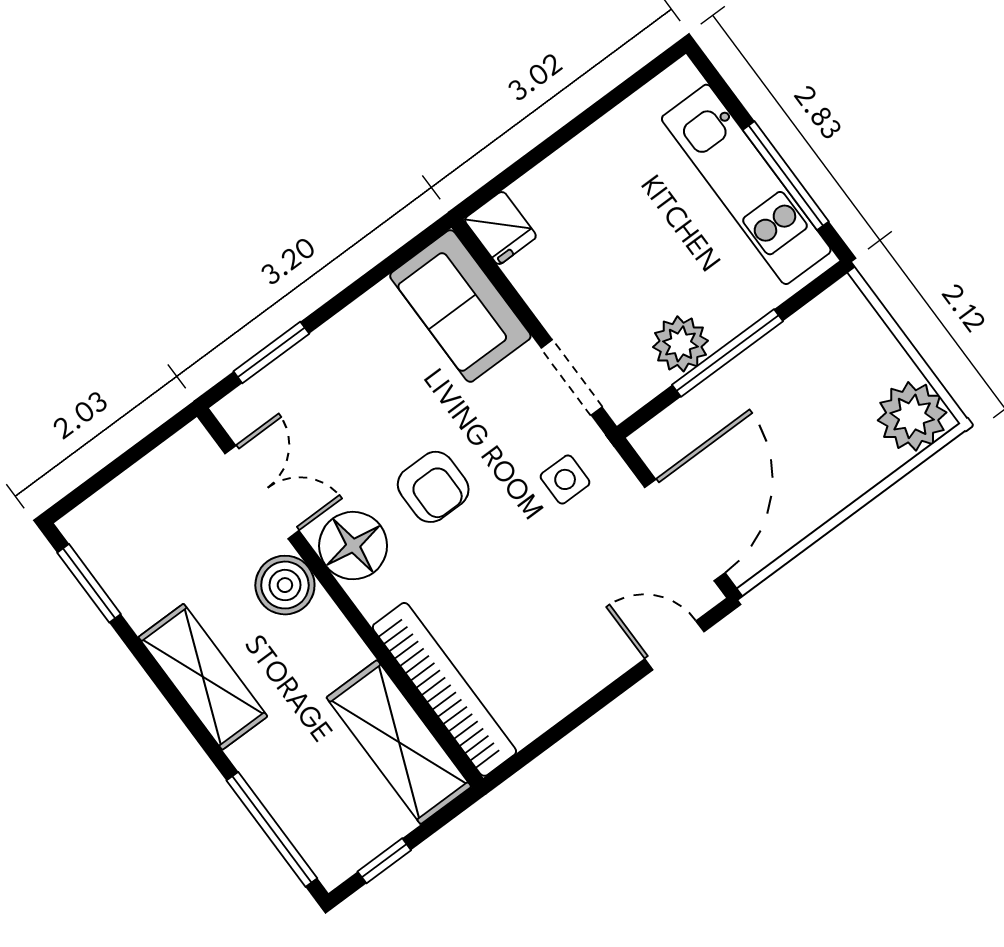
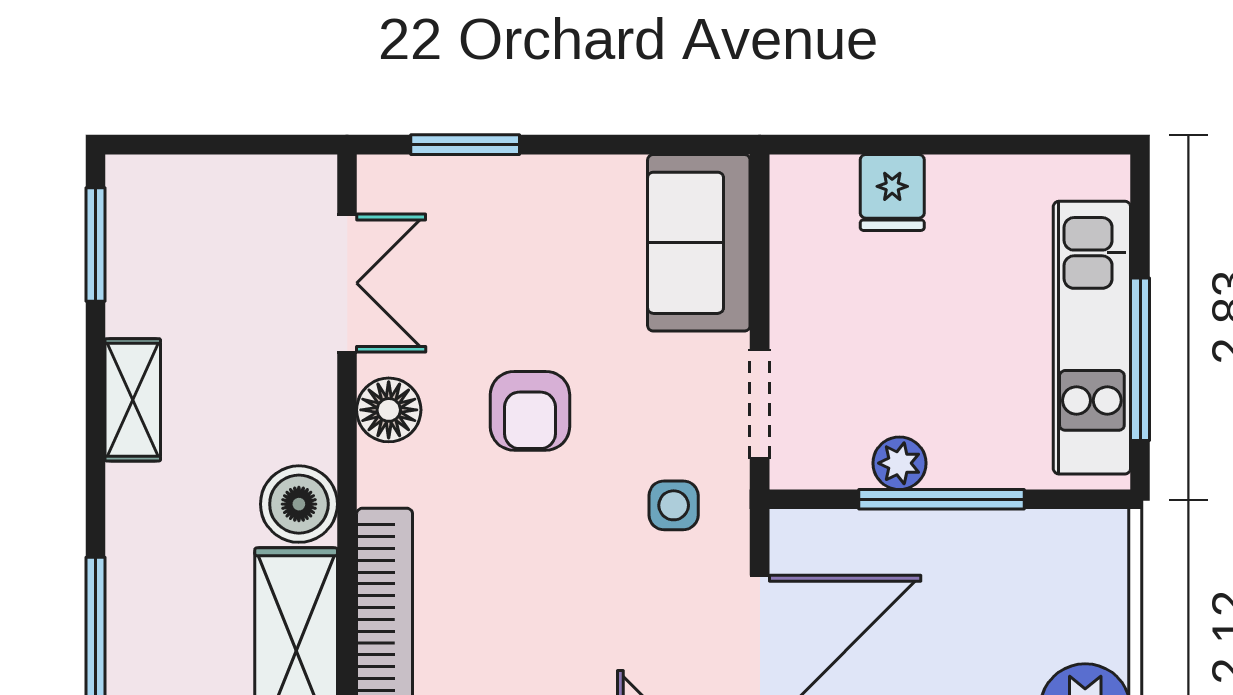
fridge: (500, 228) -> (892, 192), moved
plant: (681, 344) -> (899, 463), width x0.73, depth x0.73
floor lamp: (353, 546) -> (389, 410), width x0.73, depth x0.73
boiler: (285, 585) -> (299, 504), moved
shelving: (203, 677) -> (133, 400), width x0.67, depth x0.75

